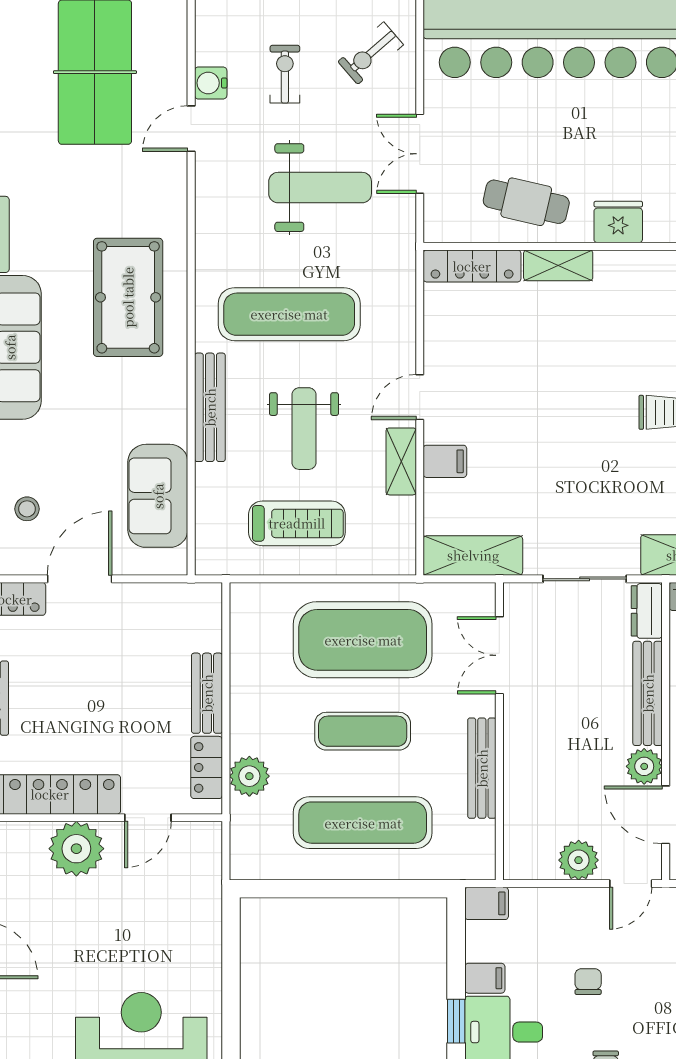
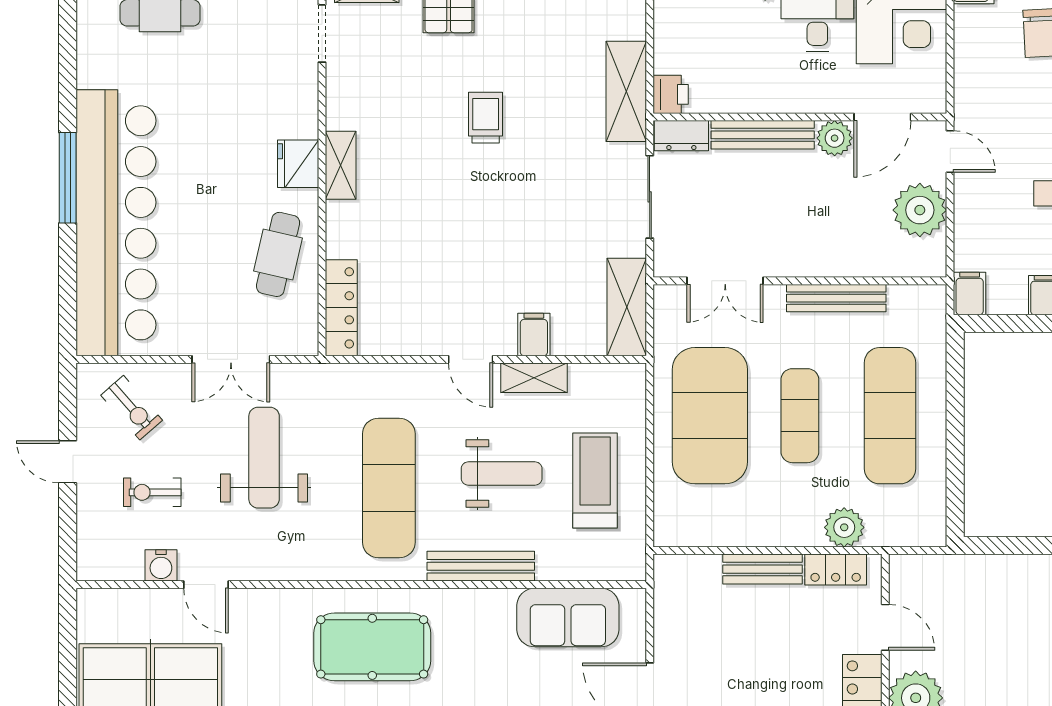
shelving: (558, 265) -> (341, 165), moved
plant: (579, 860) -> (920, 210), width x1.36, depth x1.36

